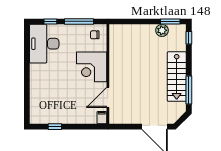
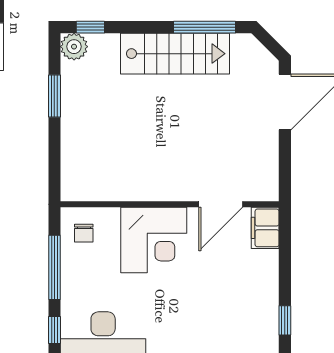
window: (170, 21) -> (54, 96), moved
plant: (162, 30) -> (74, 47), moved
door: (108, 97) -> (221, 204), hinge flipped
filing cabinet: (102, 118) -> (265, 228), width x2.00

